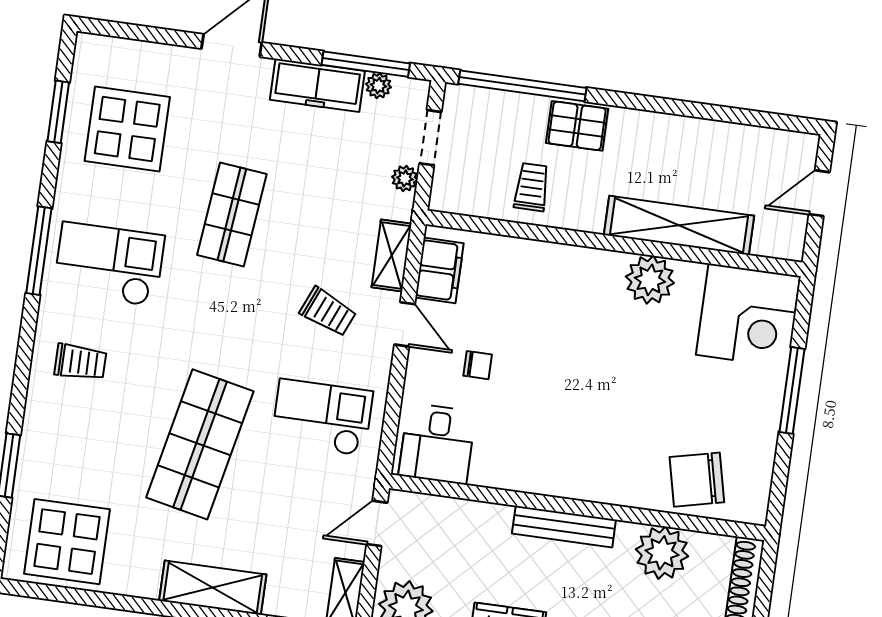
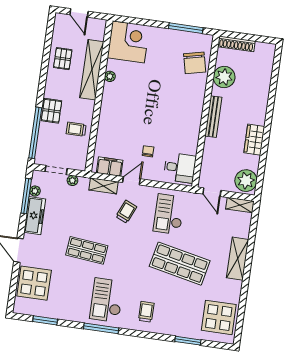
display table: (127, 129) -> (34, 283), moved
pallet: (706, 153) -> (63, 59), added
plant: (650, 280) -> (110, 76), width x0.53, depth x0.53
window: (792, 390) -> (186, 28), moved

